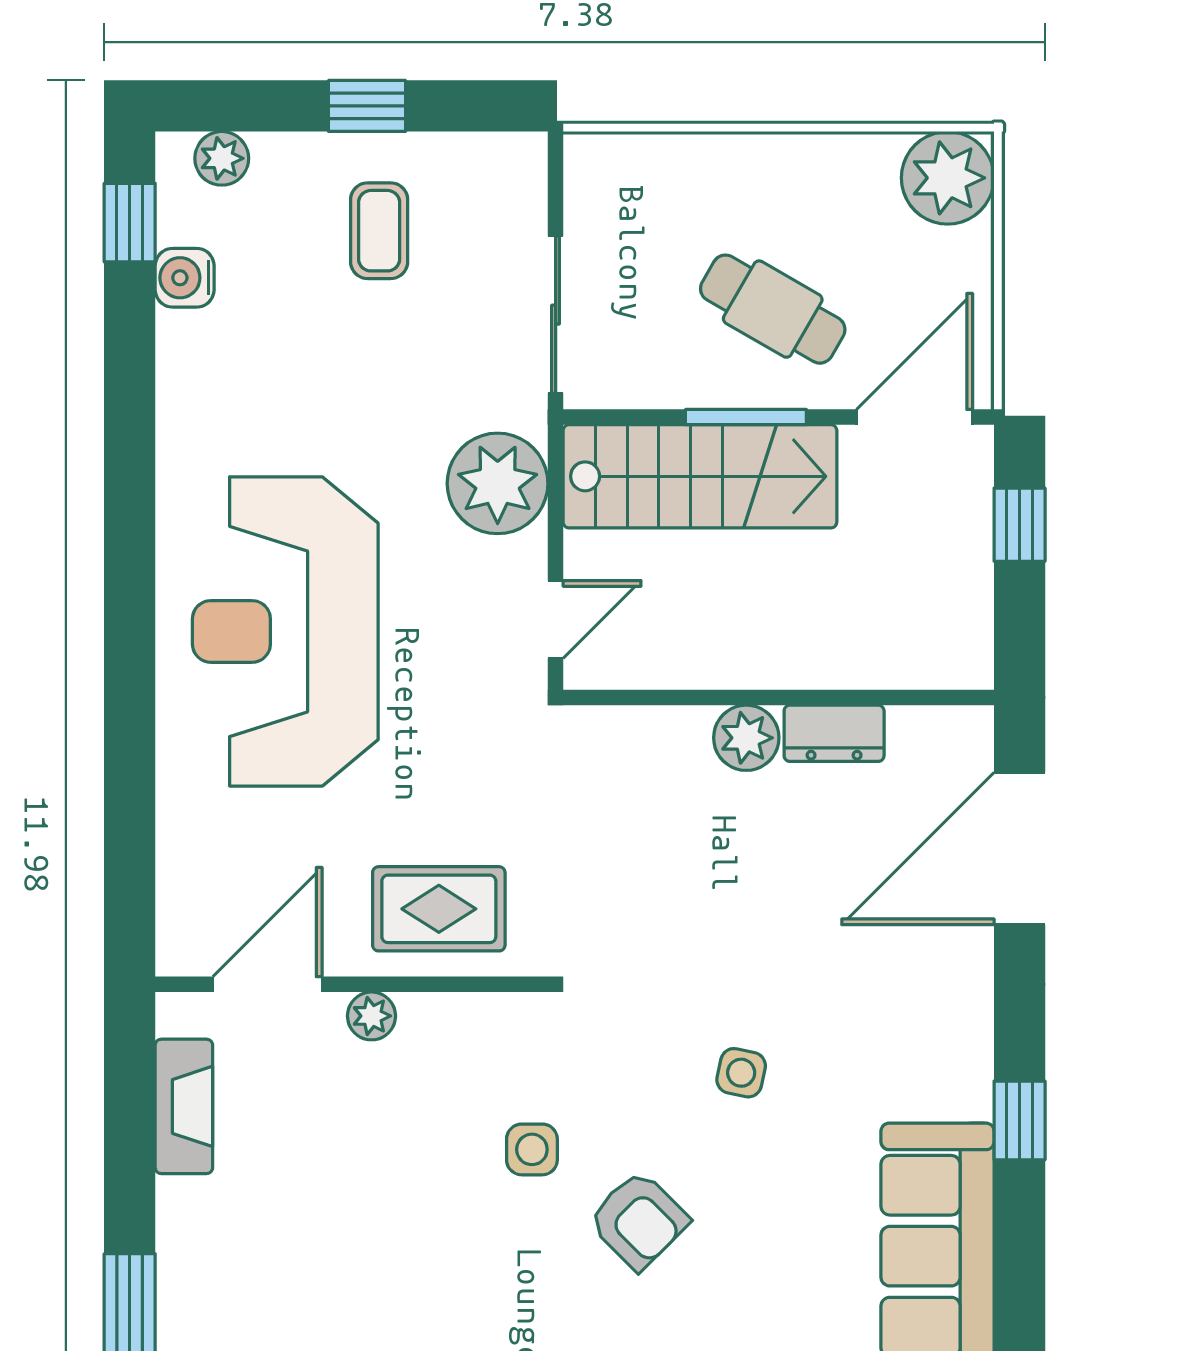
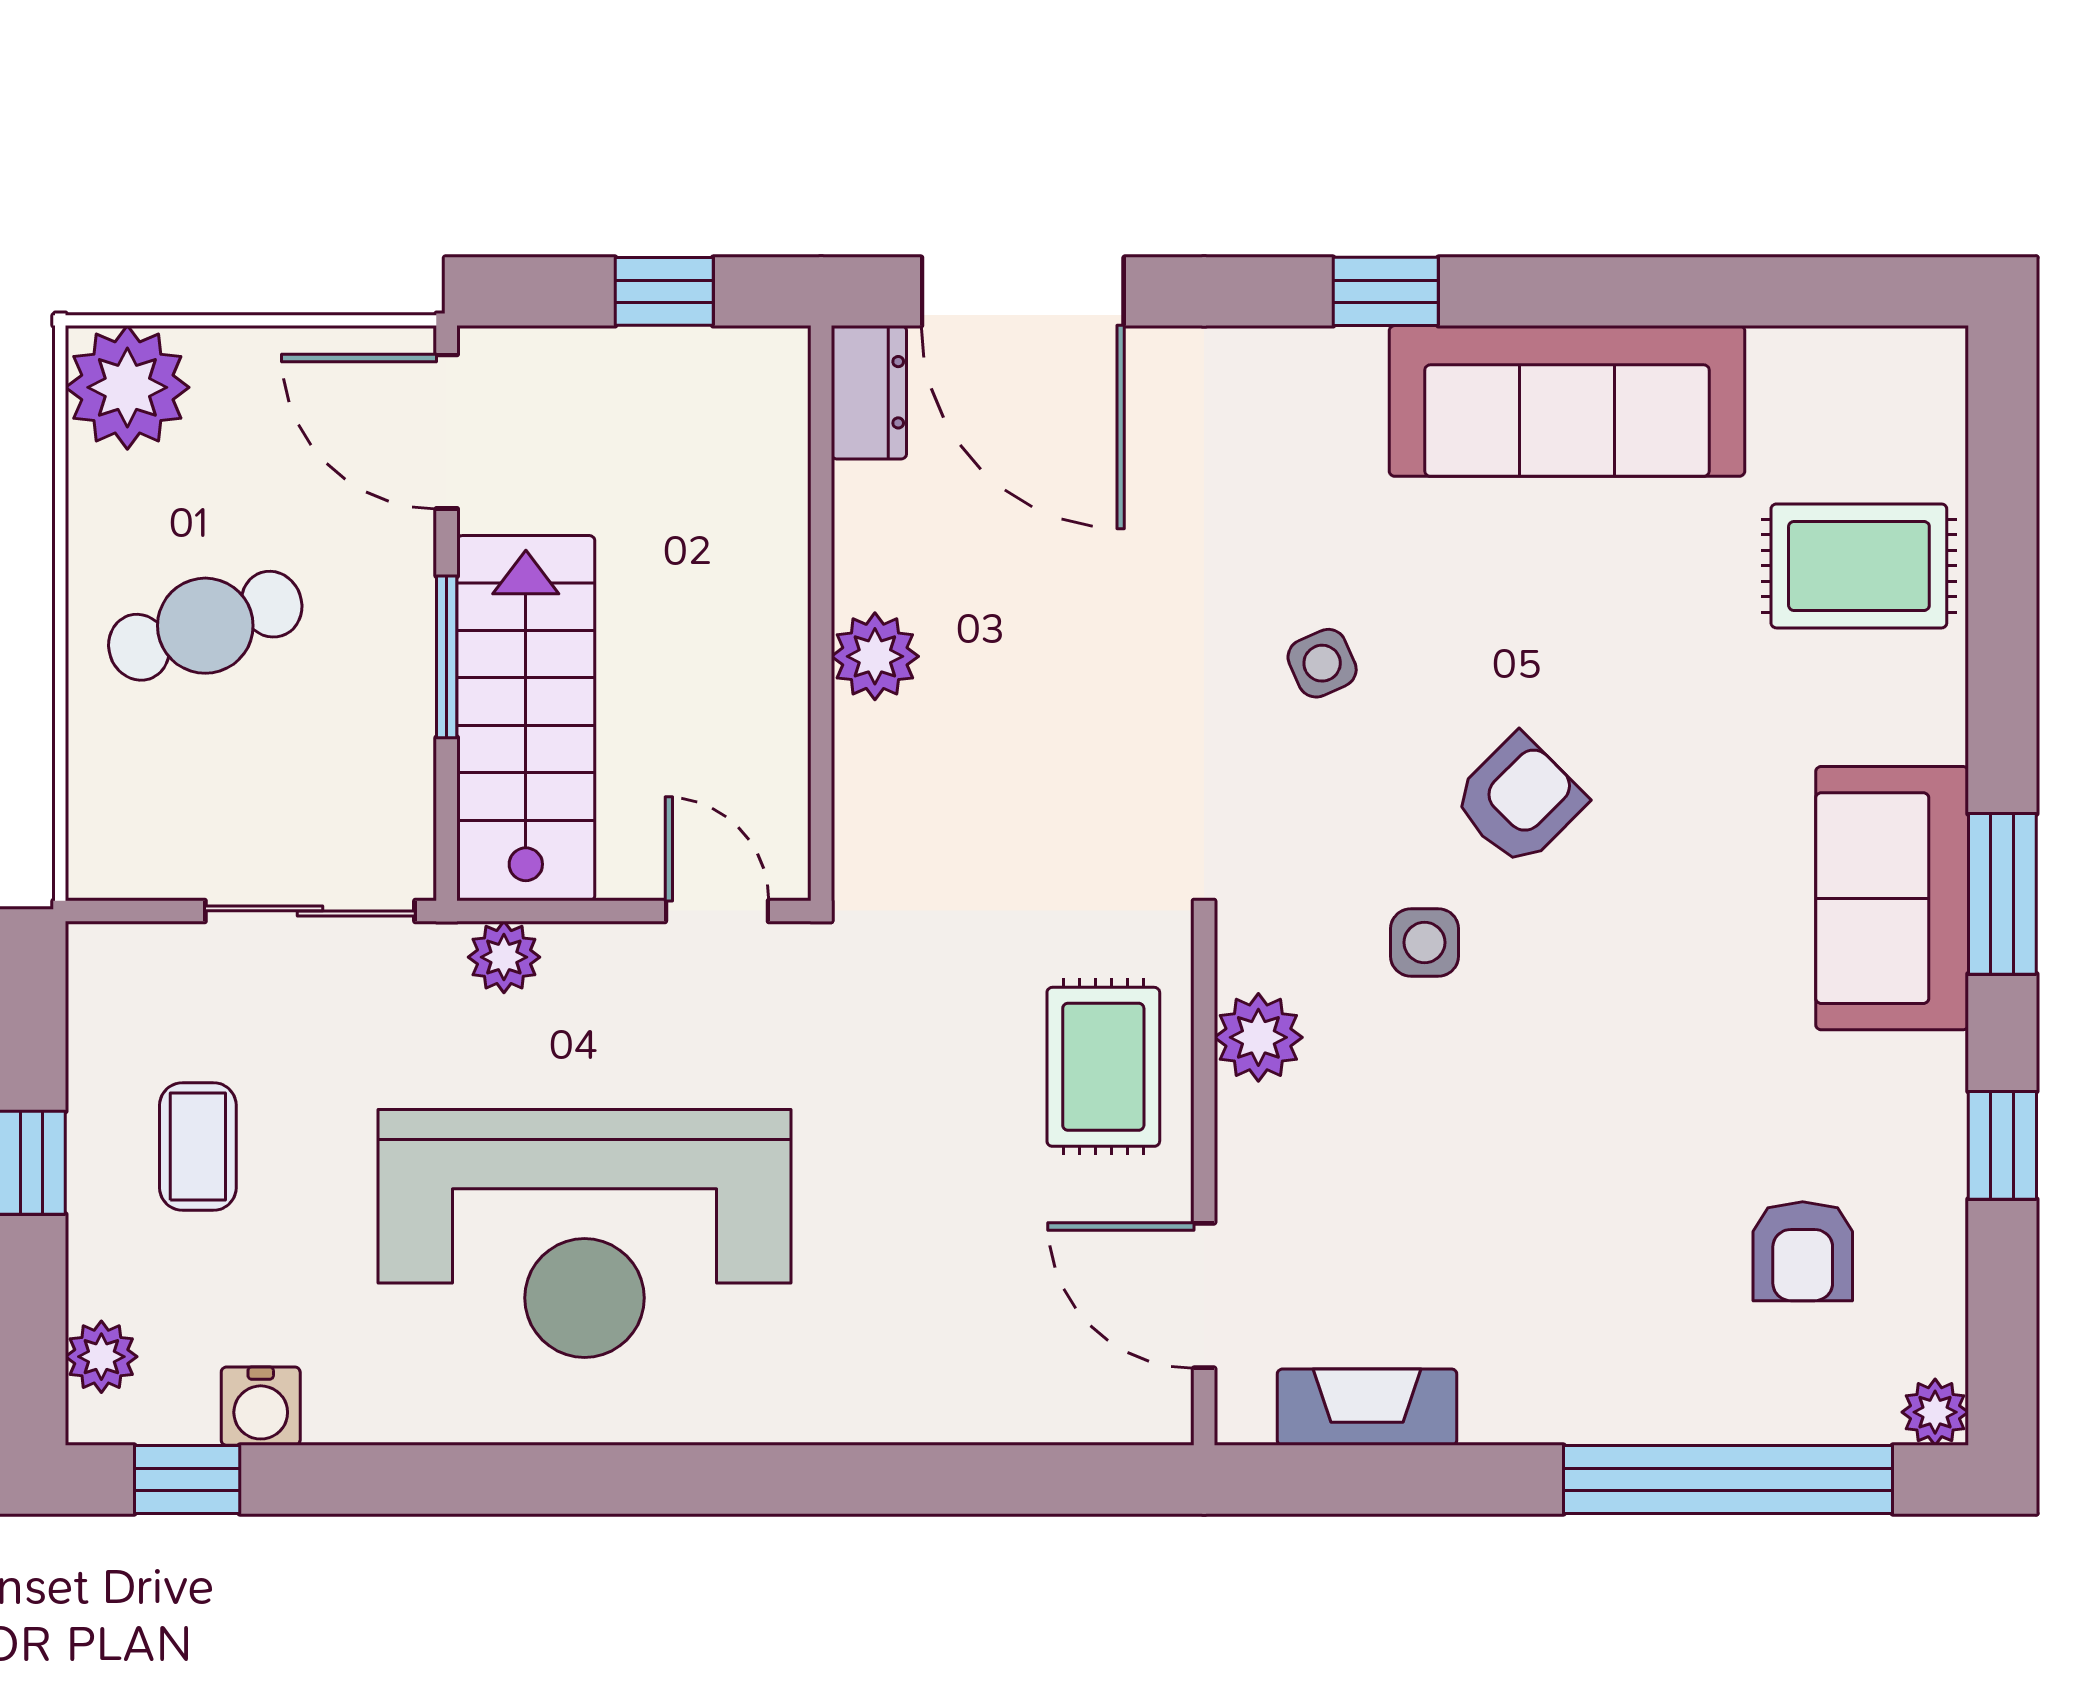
coffee table: (379, 231) -> (198, 1147), turned 90
cafe table: (773, 309) -> (205, 626), moved, turned 42
plant: (498, 483) -> (504, 957), width x0.53, depth x0.53
window: (1020, 525) -> (664, 291), moved
reception desk: (285, 631) -> (585, 1233), moved
dresser: (834, 733) -> (869, 392), moved
plant: (371, 1016) -> (1258, 1037), moved, width x1.38, depth x1.38
side table: (741, 1073) -> (1322, 663), turned -36

